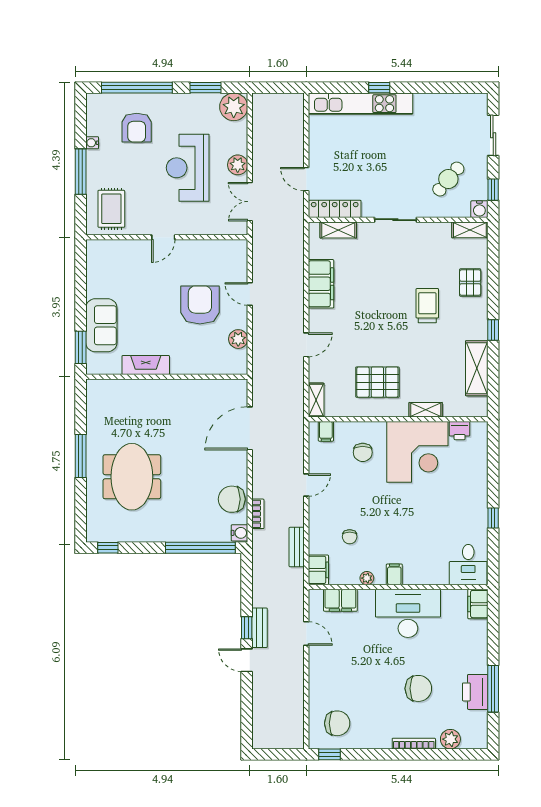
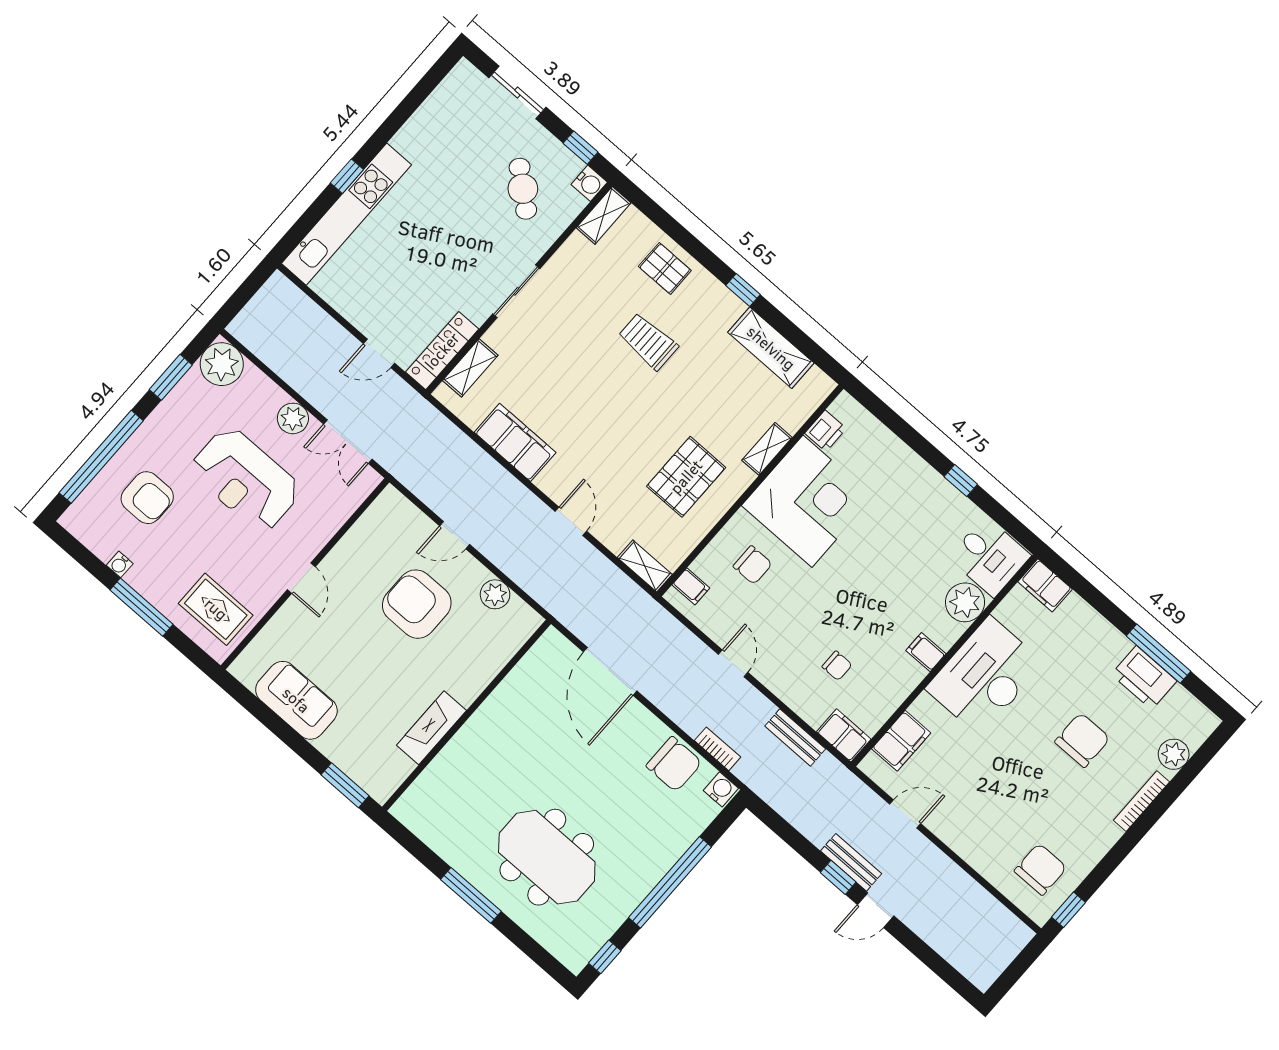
sofa: (101, 325) -> (296, 700), moved
chair: (232, 499) -> (674, 764), turned -90
window: (200, 548) -> (670, 882), moved
plant: (367, 578) -> (965, 602), moved, width x1.87, depth x1.87

